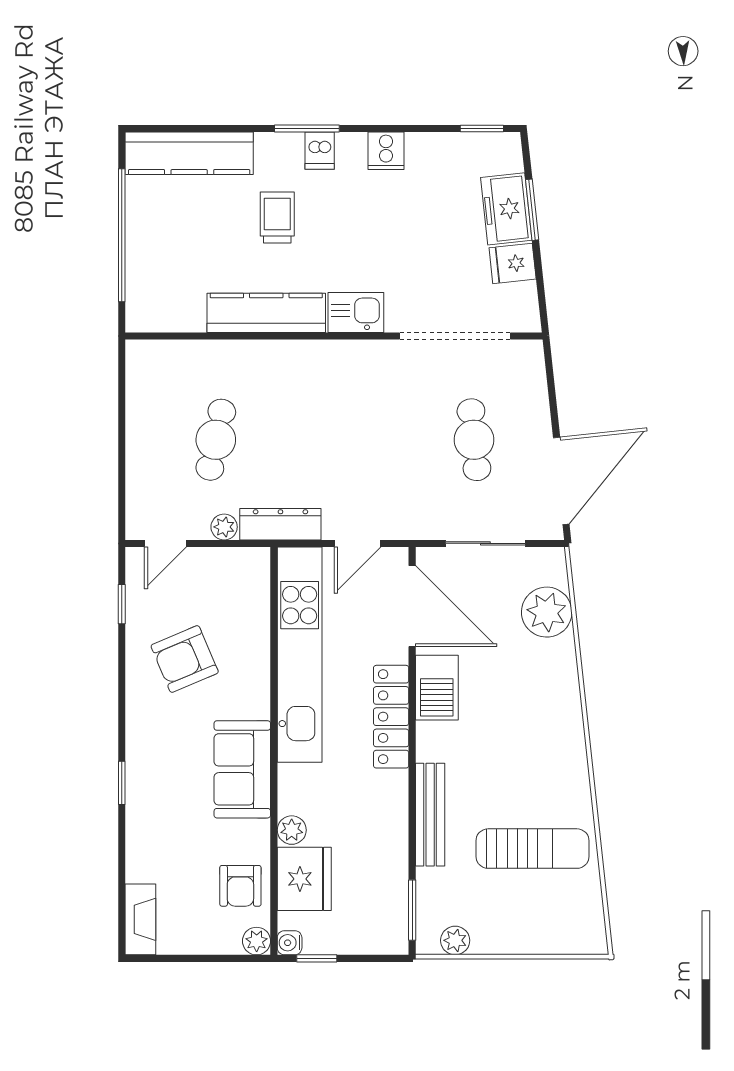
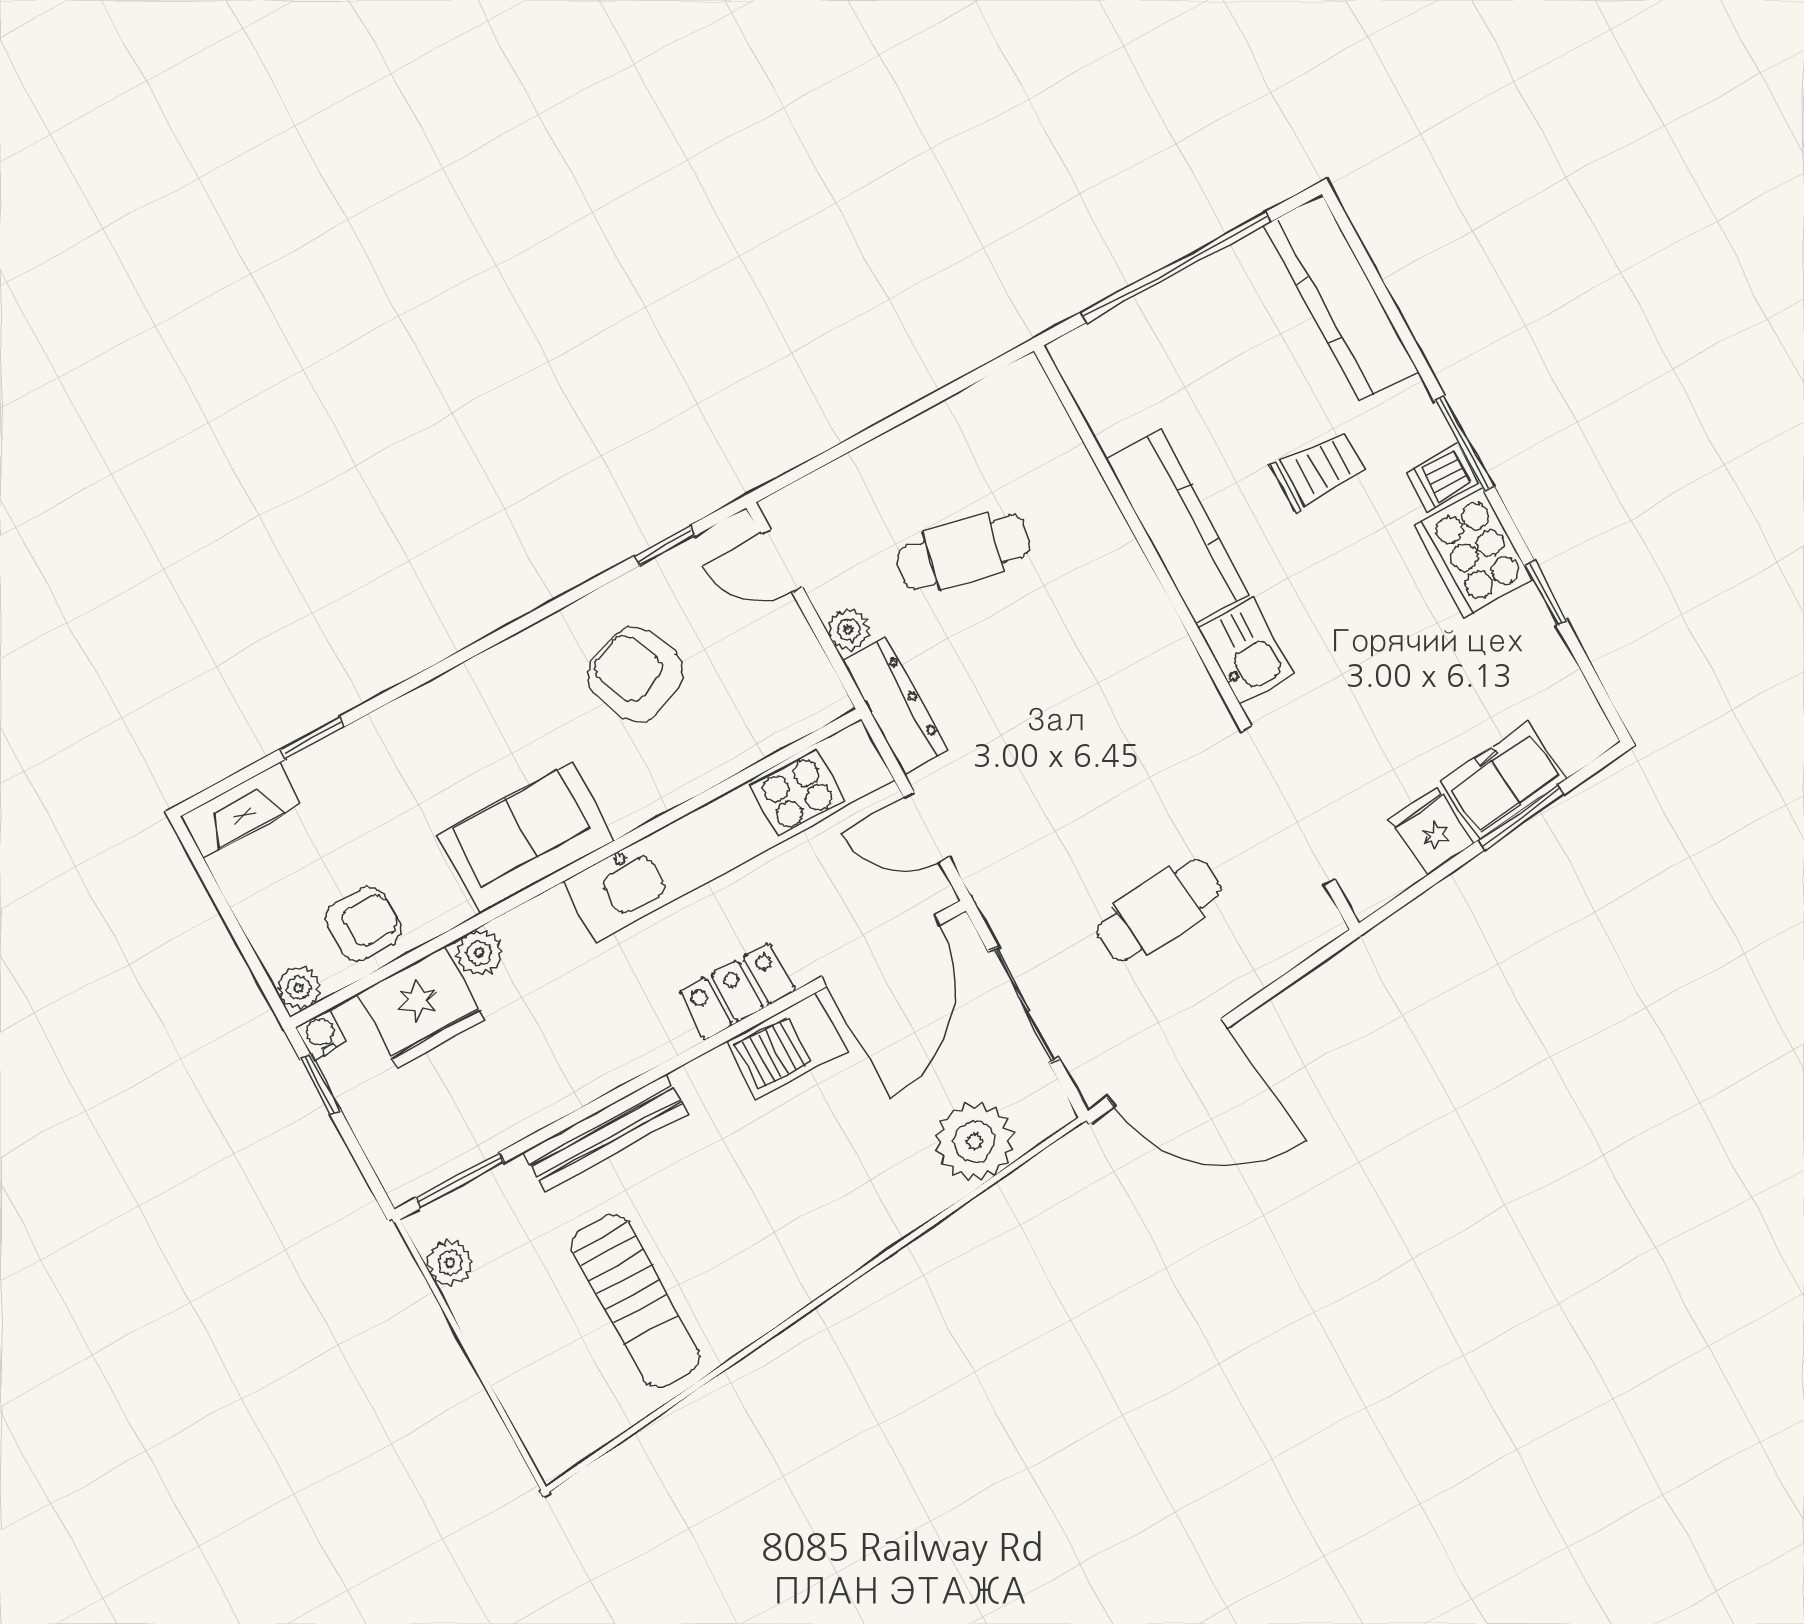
window: (482, 129) -> (1546, 593), moved
cooker: (386, 151) -> (1473, 553), width x1.87, depth x1.31
locker: (391, 717) -> (737, 991), width x0.66
window: (122, 783) -> (312, 738), moved
armchair: (240, 886) -> (363, 924), turned 180

